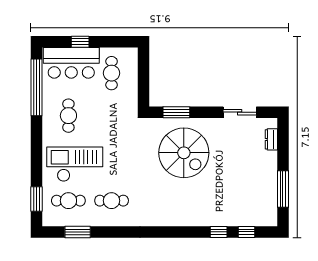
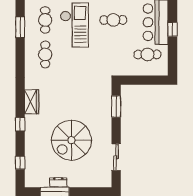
dresser: (271, 139) -> (58, 183), moved
spiral stairs: (184, 153) -> (71, 140), moved
wardrobe: (171, 218) -> (32, 102), added
window: (219, 232) -> (20, 124), moved

